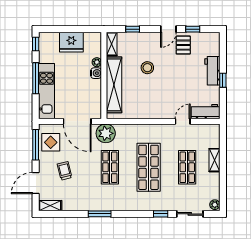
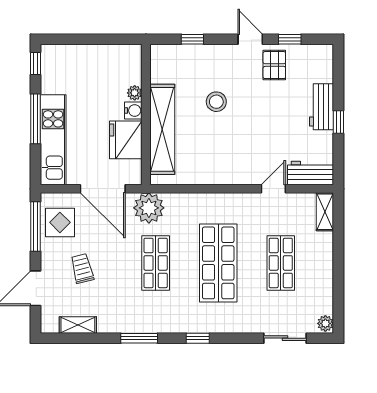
door: (168, 29) -> (250, 39), swing flipped
fridge: (71, 42) -> (126, 140), moved, turned 90
shelving: (112, 44) -> (158, 63), removed
shelving: (214, 160) -> (325, 212), moved
shelving: (50, 206) -> (78, 325), moved
window: (161, 214) -> (198, 338), moved

